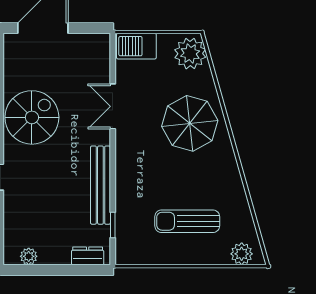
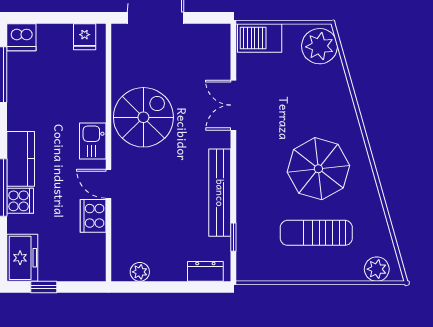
parasol: (190, 123) -> (318, 169), moved

